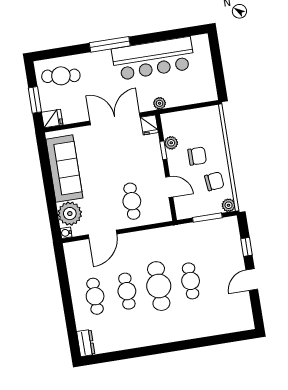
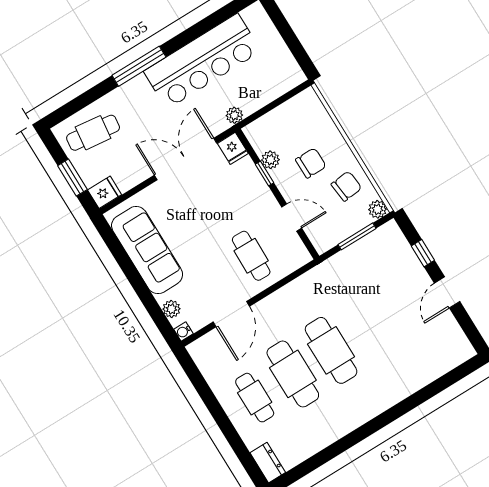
plant: (70, 214) -> (171, 309), width x0.53, depth x0.53
cafe table: (191, 281) -> (369, 327), removed
cafe table: (127, 291) -> (293, 374), width x1.37, depth x1.35

